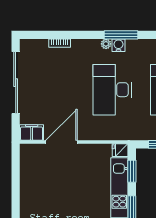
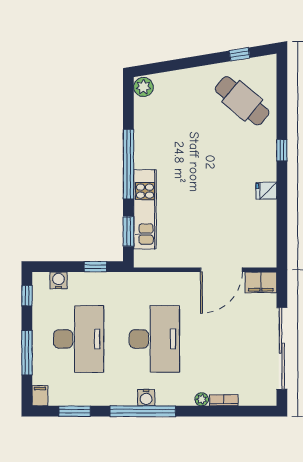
window: (121, 35) -> (143, 411), width x1.46
plant: (106, 44) -> (202, 399), moved
fridge: (120, 150) -> (266, 191), moved, turned 180

